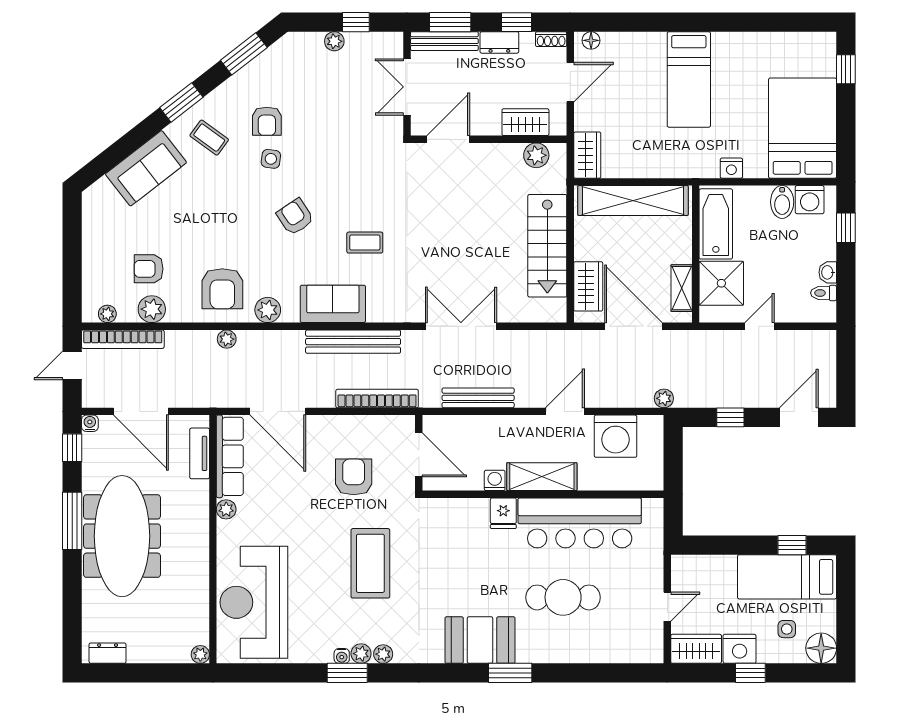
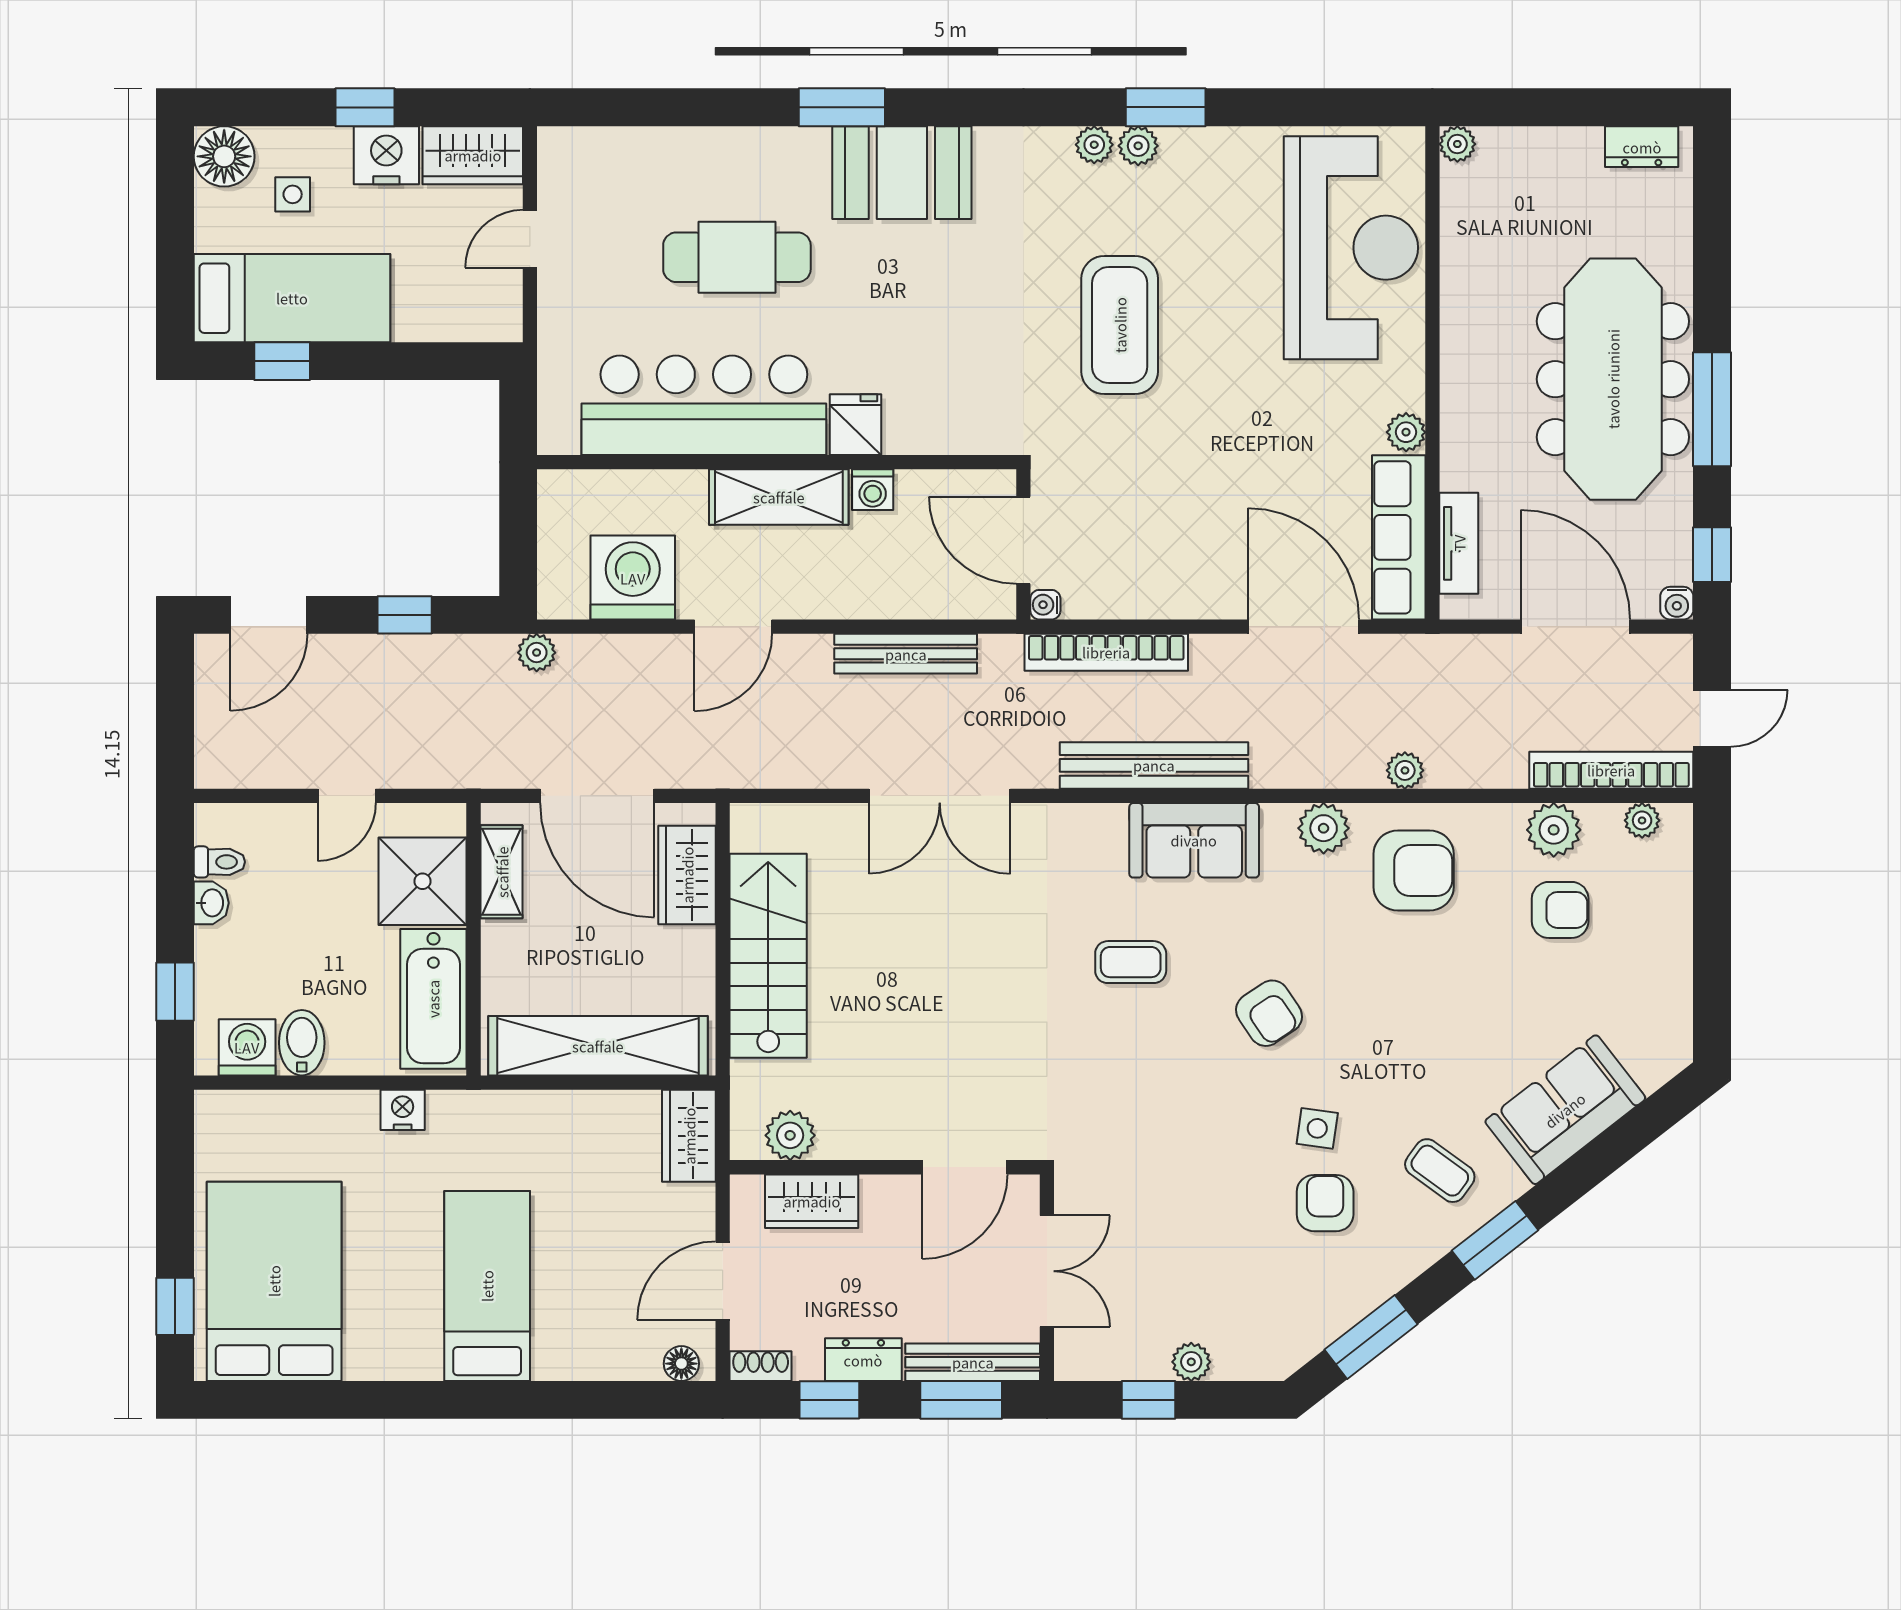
bed: (803, 128) -> (274, 1281), moved, turned 180
armchair: (222, 289) -> (1414, 870), turned 90
armchair: (354, 477) -> (1153, 497), removed
water cooler: (342, 656) -> (1045, 605), moved, turned -90

